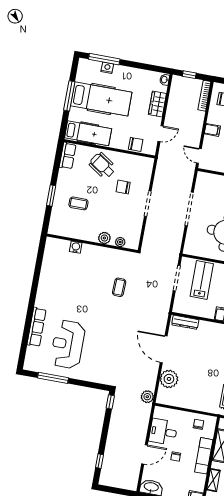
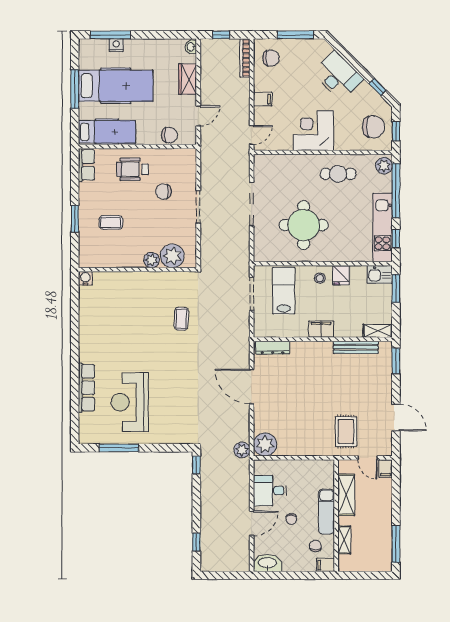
door: (199, 156) -> (252, 135), swing flipped
wheelchair: (102, 166) -> (133, 169), turned -34
plant: (120, 242) -> (172, 256), width x1.87, depth x1.87
water cooler: (76, 247) -> (85, 278), moved
plant: (169, 379) -> (265, 444), moved
chair: (198, 424) -> (315, 546), moved

